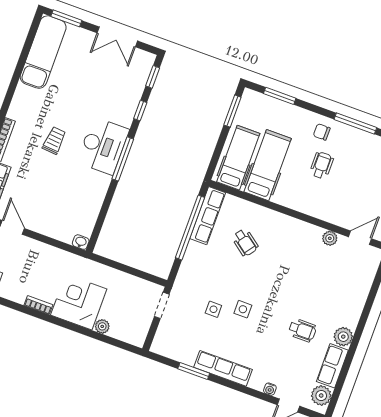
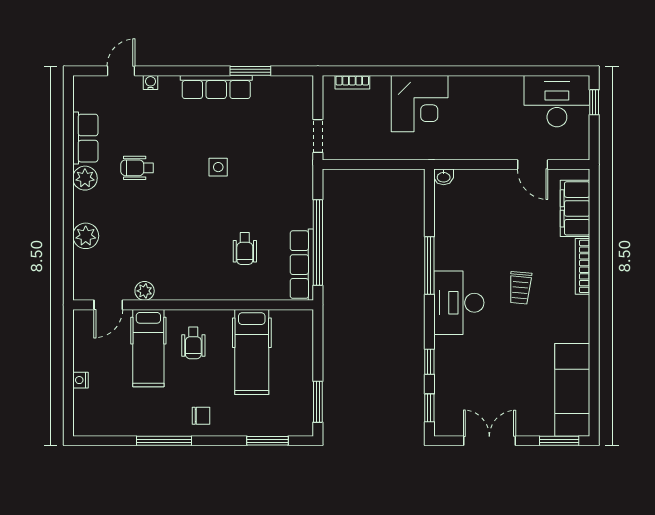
hospital bed: (238, 158) -> (148, 348), moved
window: (123, 159) -> (429, 266), moved
wheelchair: (322, 165) -> (193, 343), moved
wheelchair: (245, 242) -> (245, 249), turned -127
bookcase: (38, 305) -> (352, 82), moved
side table: (213, 309) -> (254, 154), removed
plant: (102, 326) -> (380, 85), removed
plant: (321, 396) -> (86, 236), moved

